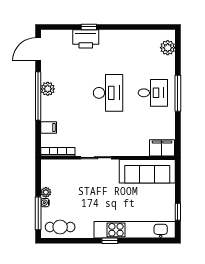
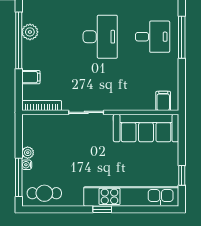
filing cabinet: (162, 148) -> (163, 101), width x0.50

